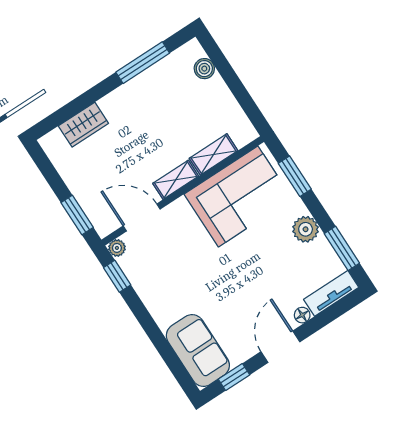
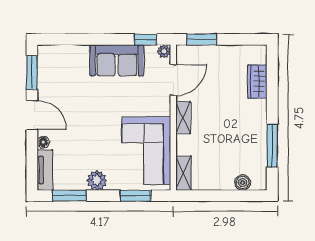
shelving: (214, 154) -> (184, 173), moved
sofa: (198, 350) -> (117, 60), moved
window: (234, 377) -> (32, 72), width x1.50

